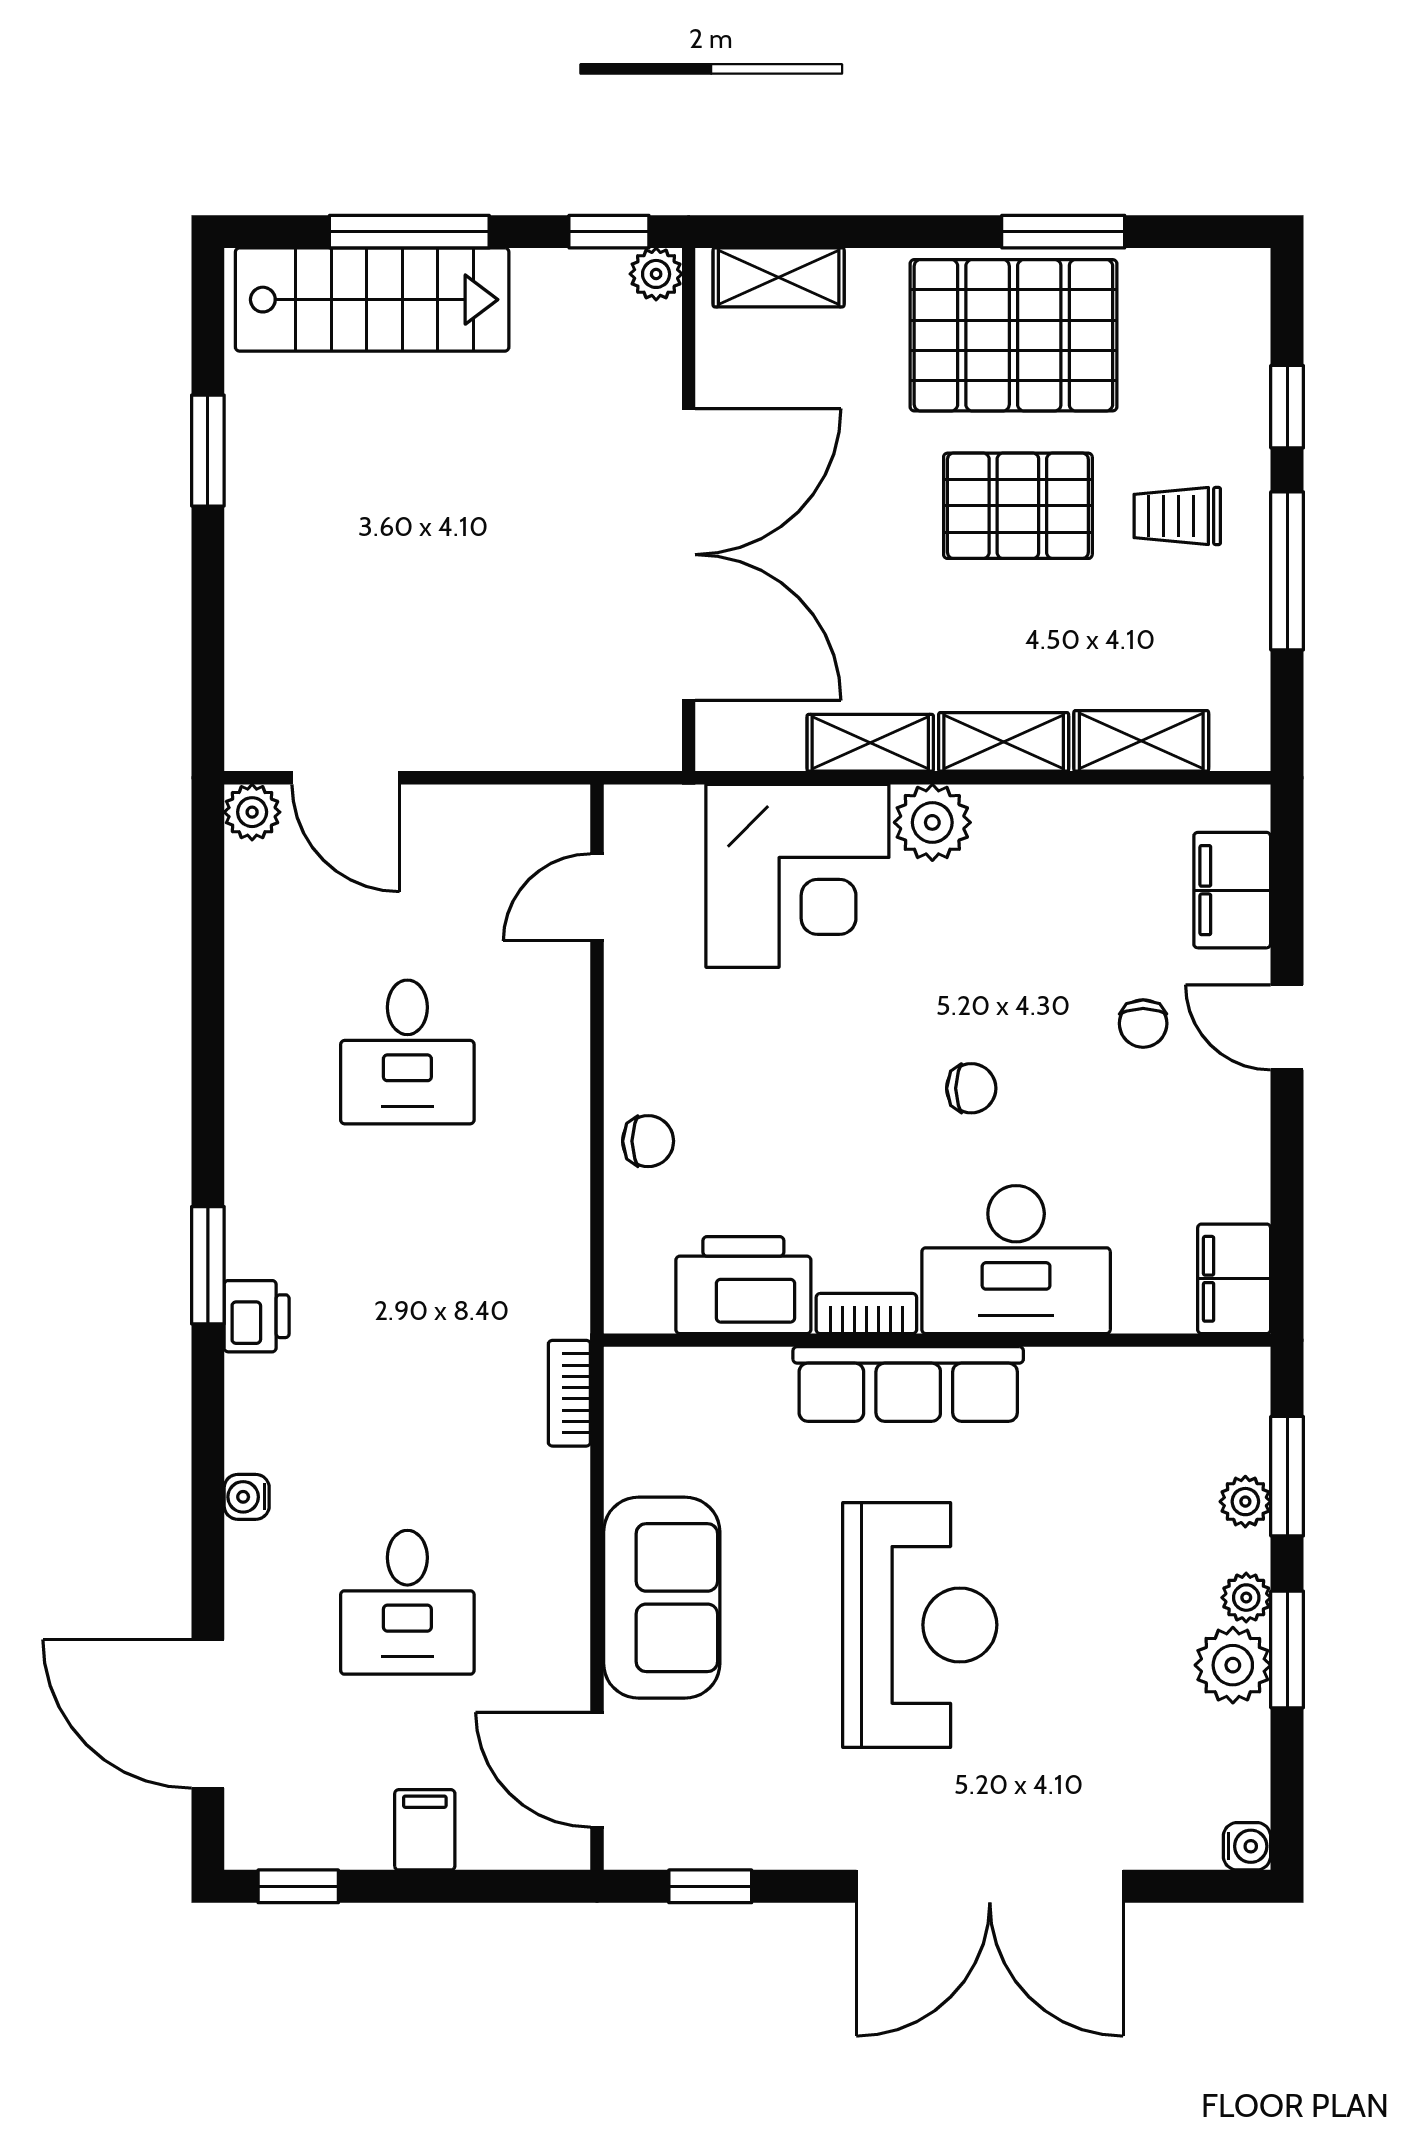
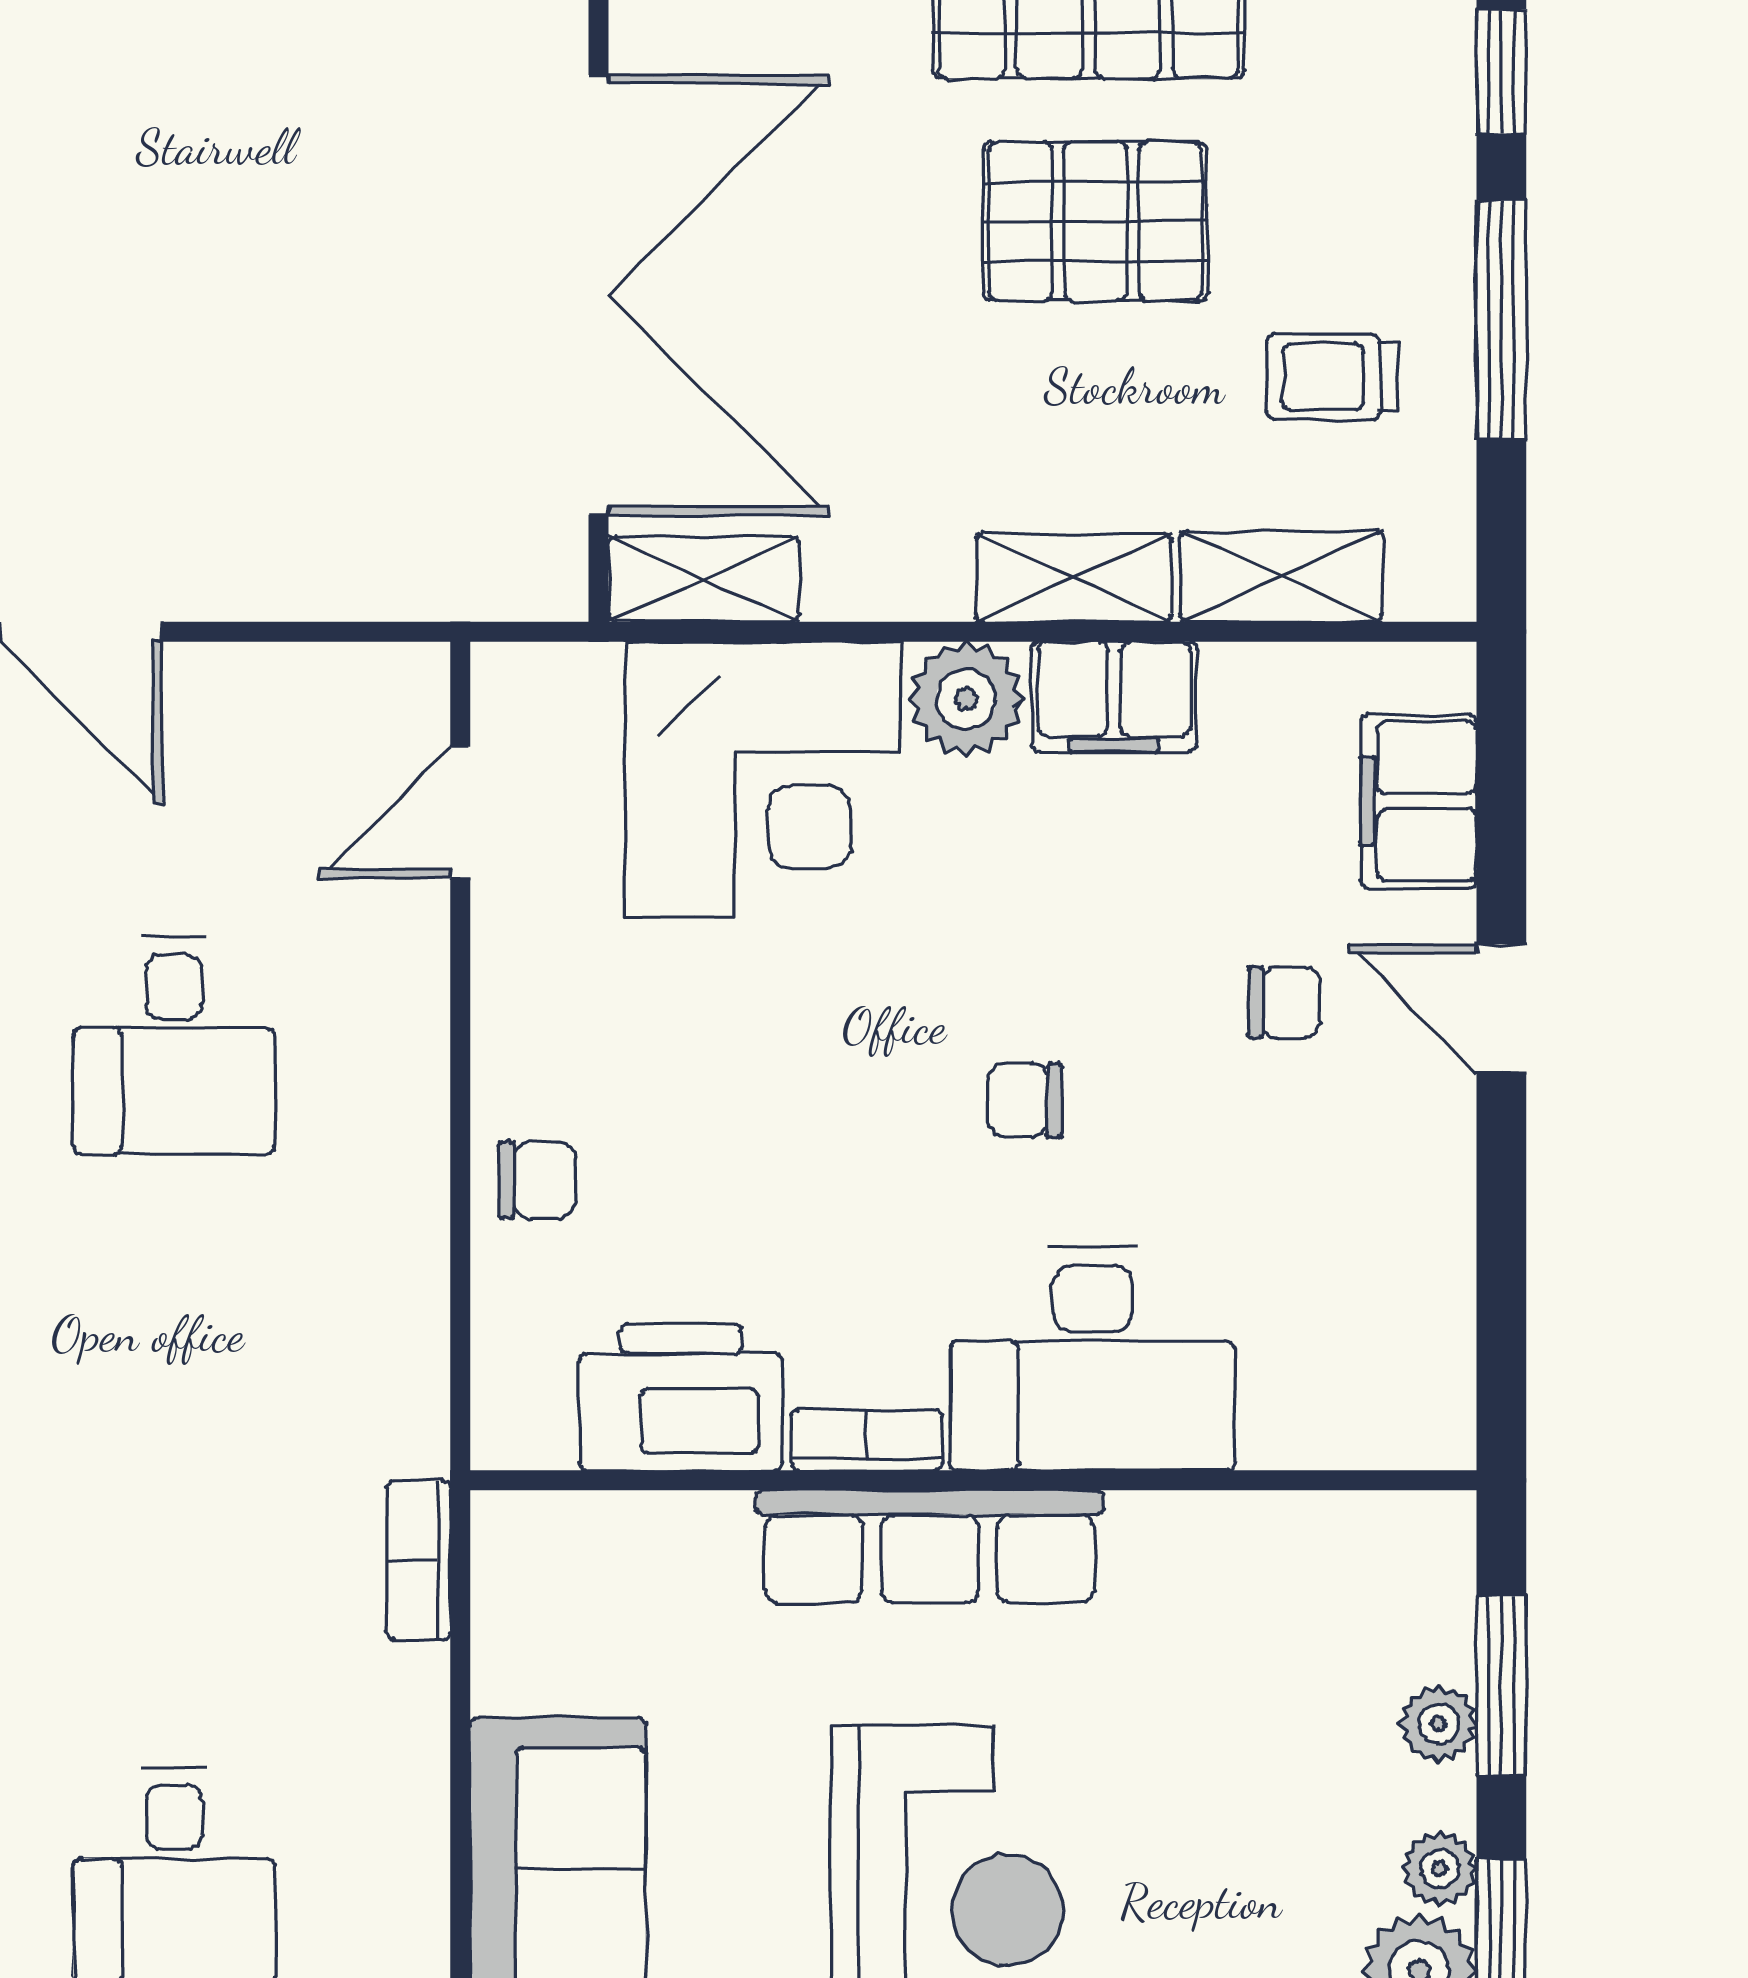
trolley: (1177, 516) -> (1332, 377), moved
shelving: (870, 743) -> (704, 579), moved
chair: (1143, 1024) -> (1284, 1003), turned -90
chair: (971, 1088) -> (1025, 1100), turned 180
filing cabinet: (1234, 1279) -> (1114, 697), moved, turned -90

